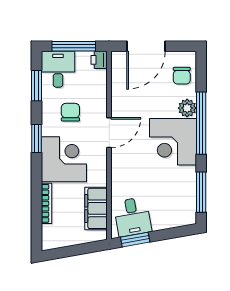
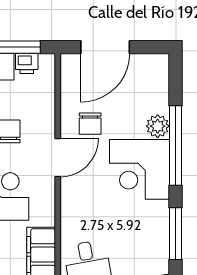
printer: (99, 60) -> (27, 64), moved, turned -90
chair: (182, 76) -> (90, 124), moved

